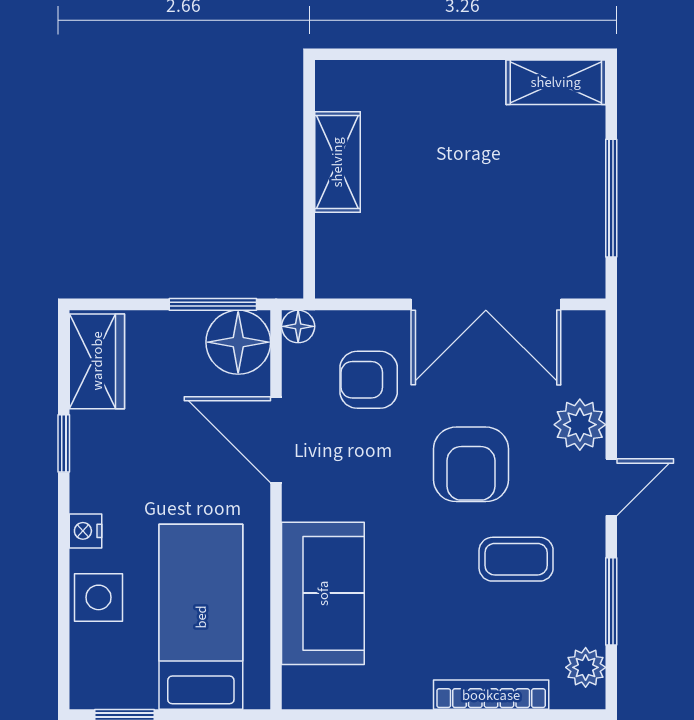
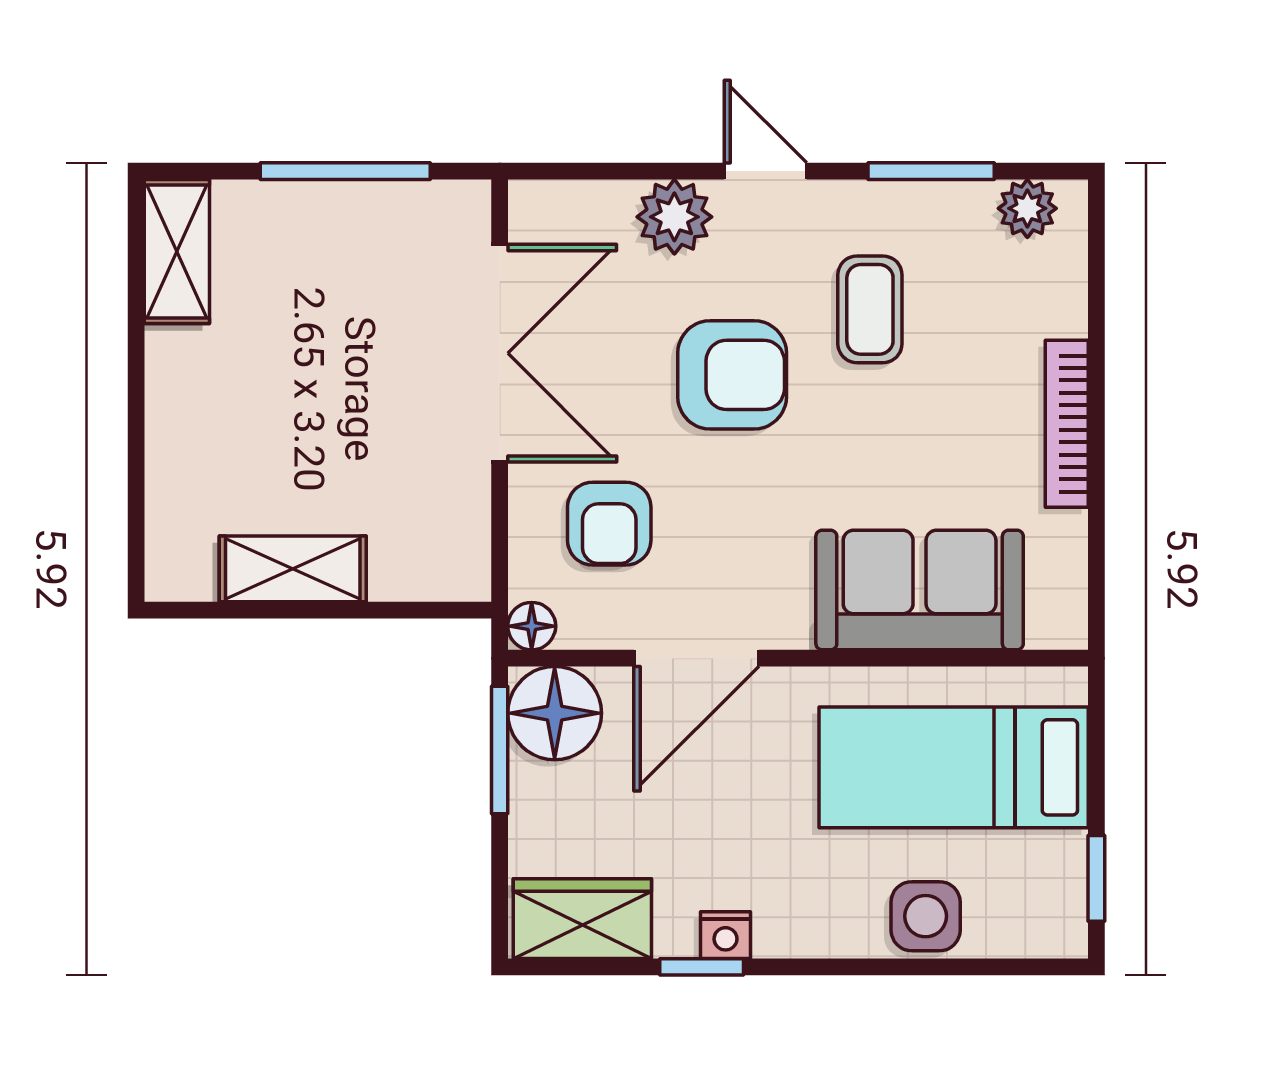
nightstand: (86, 531) -> (726, 935), moved
bookcase: (491, 695) -> (1067, 424), moved

